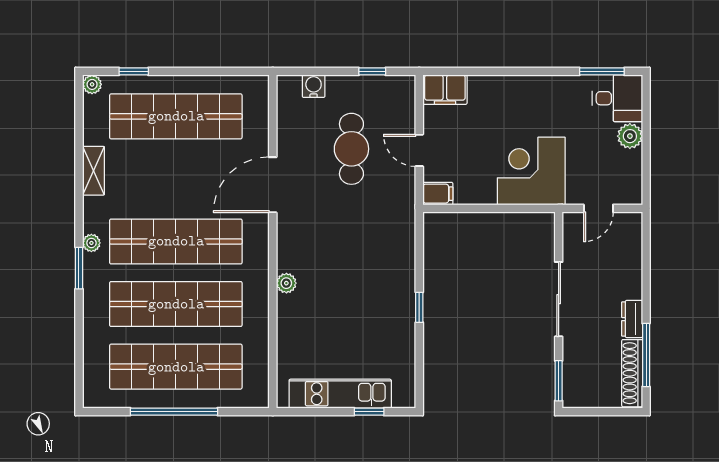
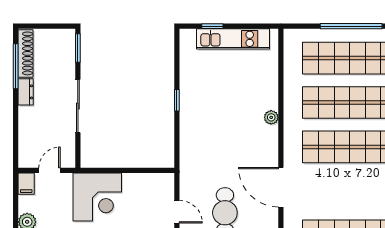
door: (273, 185) -> (281, 187), swing flipped
filing cabinet: (438, 194) -> (26, 184), moved, turned -90

